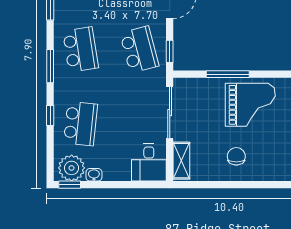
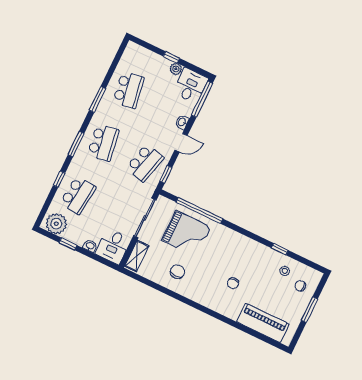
school desk: (139, 50) -> (145, 163), turned 30
window: (228, 74) -> (199, 210), width x1.46
grand piano: (250, 105) -> (186, 234), moved
washbasin: (94, 175) -> (90, 246), moved
window: (70, 185) -> (68, 244), moved

